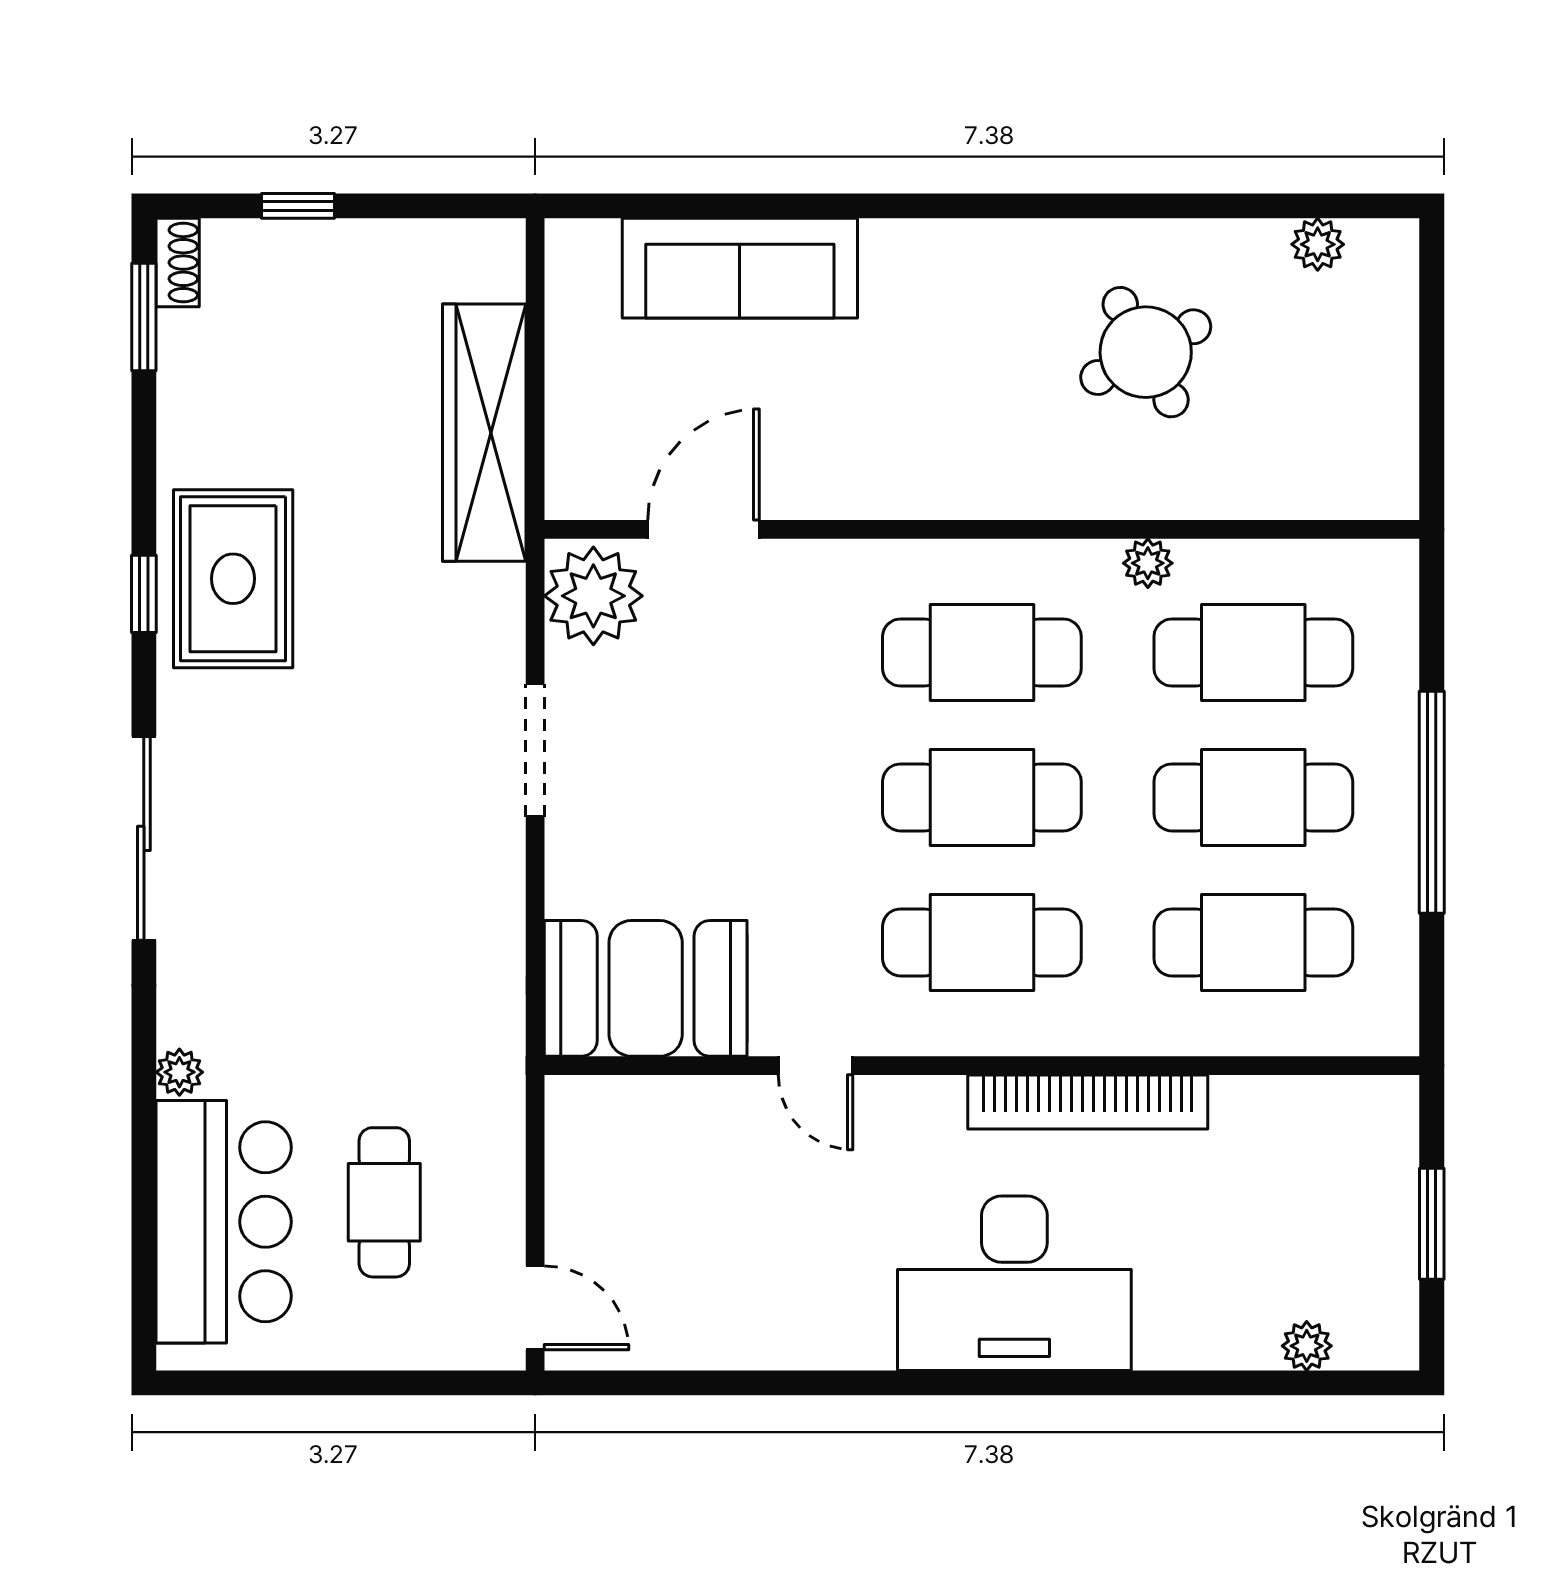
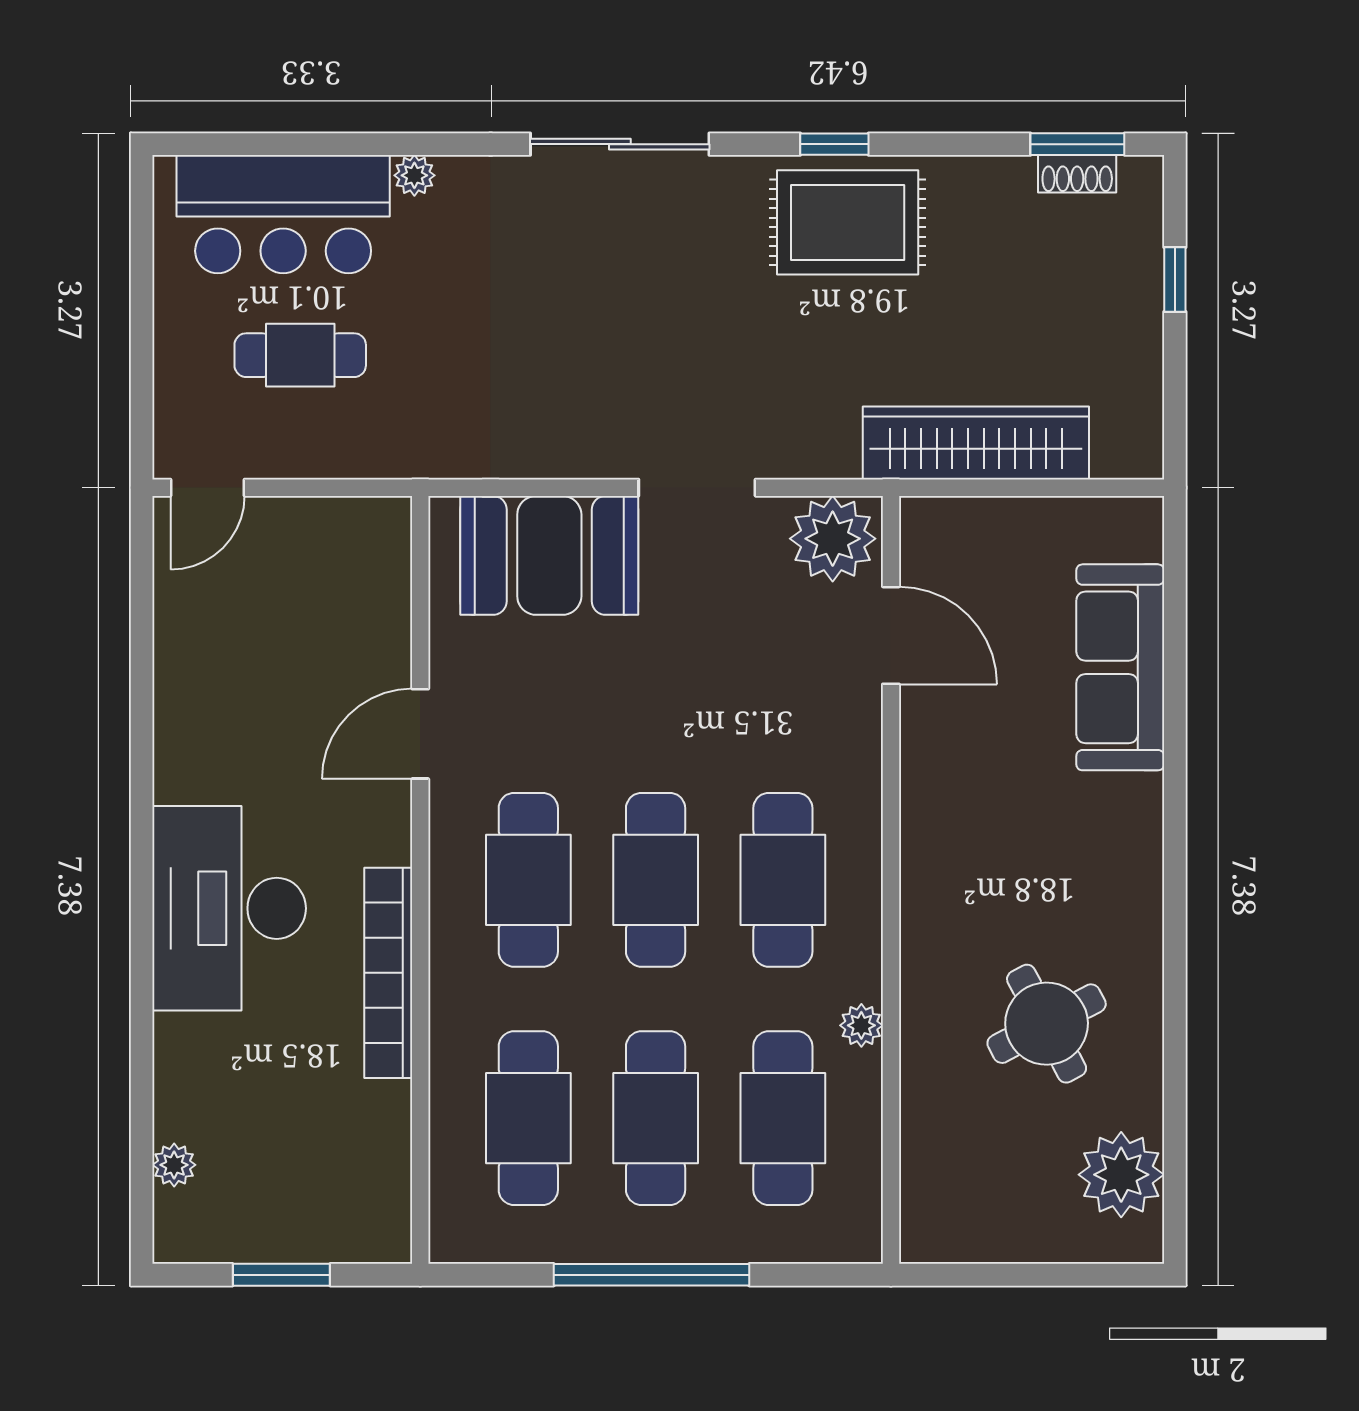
plant: (1318, 244) -> (1121, 1175), width x1.87, depth x1.87
shoe rack: (178, 263) -> (1077, 174), moved
booth: (646, 988) -> (549, 555), moved, turned 90
door: (816, 1066) -> (420, 734), width x1.38

